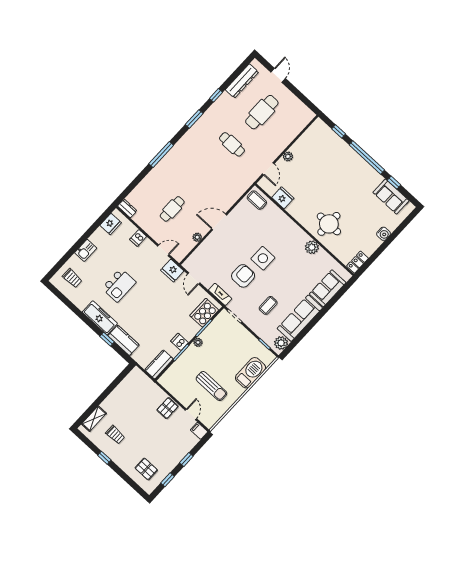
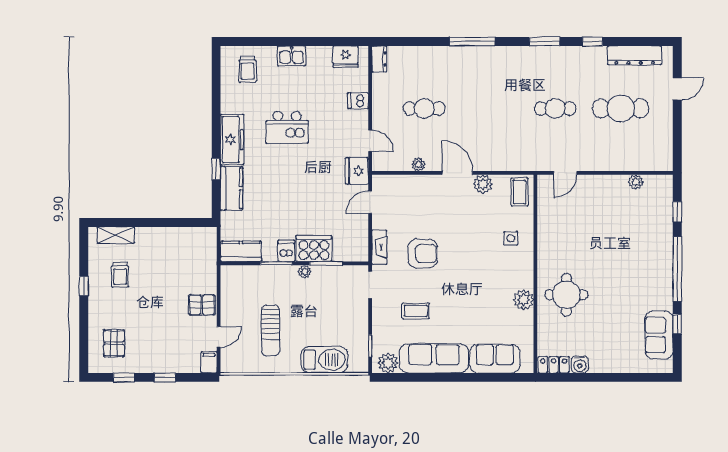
cafe table: (232, 144) -> (555, 108), turned 90
plant: (288, 157) -> (636, 182), moved
fridge: (283, 198) -> (548, 218), removed
plant: (236, 215) -> (483, 184), added
water cooler: (383, 234) -> (580, 364), moved
side table: (263, 258) -> (511, 238), moved, width x0.54, depth x0.54
cooker: (204, 313) -> (314, 248), moved

